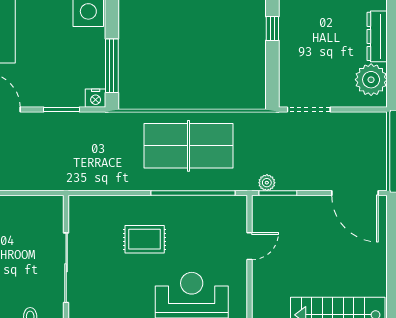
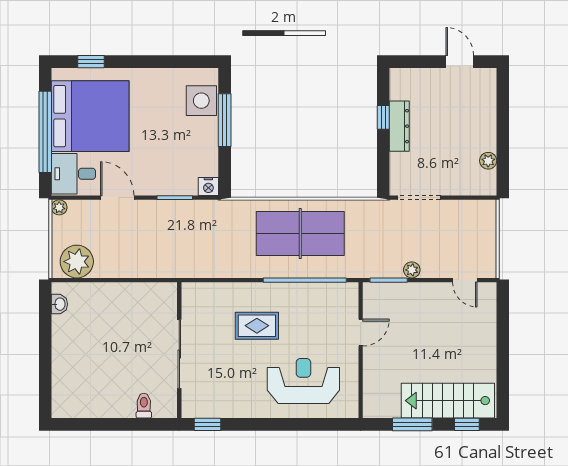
dresser: (377, 36) -> (399, 126), moved, turned 180
window: (112, 66) -> (225, 120), moved
plant: (371, 80) -> (488, 161), width x0.53, depth x0.53
plant: (267, 183) -> (412, 270), moved
door: (355, 193) -> (465, 280), width x0.53

